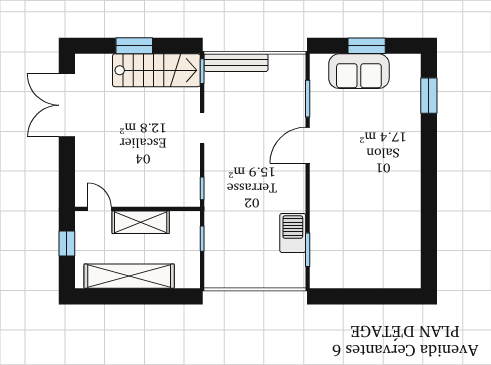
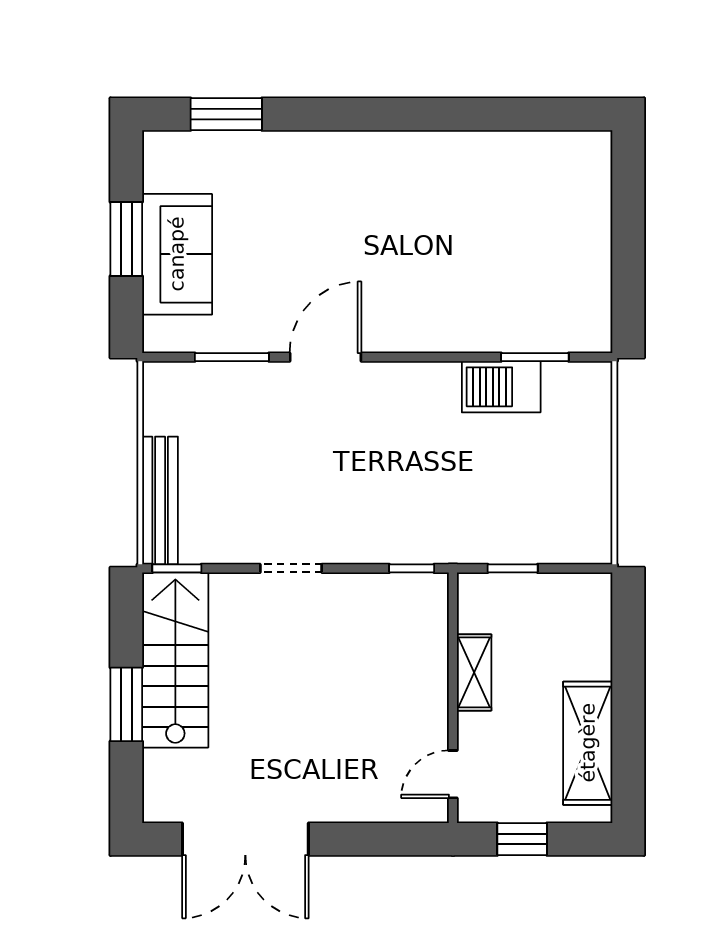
door: (308, 145) -> (325, 357), swing flipped
shelving: (141, 222) -> (474, 672), width x0.67, depth x0.75
shelving: (129, 276) -> (588, 743), width x0.68

